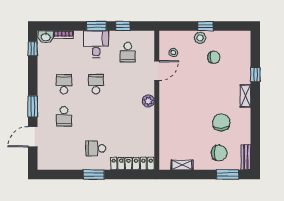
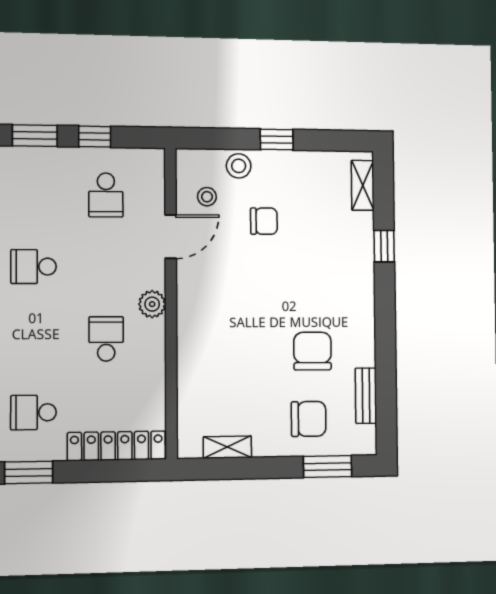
stool: (200, 38) -> (239, 166), moved
desk: (96, 44) -> (34, 176), removed
chair: (214, 57) -> (264, 221), moved
school desk: (96, 84) -> (34, 267), turned -90
shelving: (245, 96) -> (363, 185), moved
school desk: (128, 116) -> (106, 339), added
bench: (246, 157) -> (366, 396), moved

